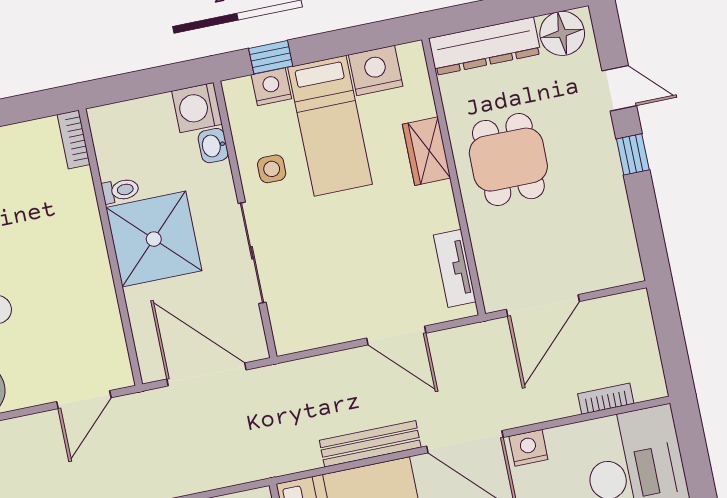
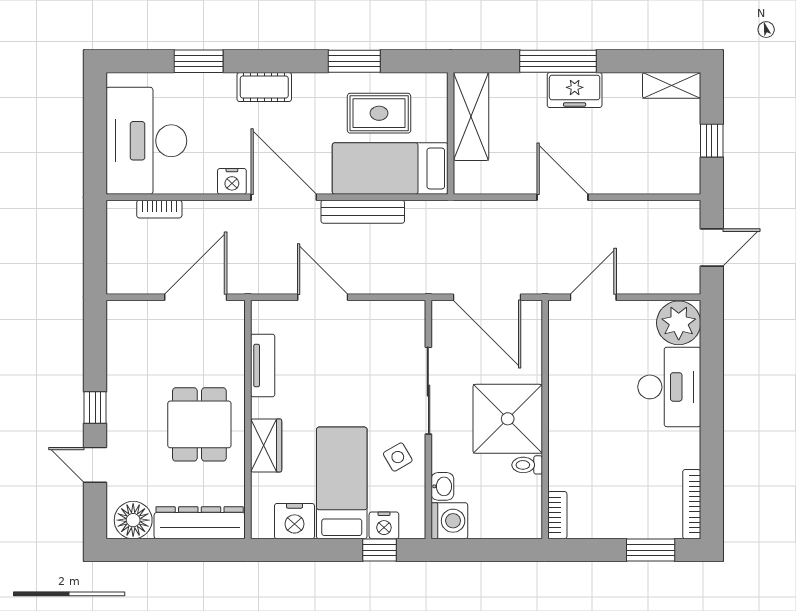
side table: (272, 169) -> (398, 457), turned -30
tv unit: (455, 268) -> (263, 366), moved

